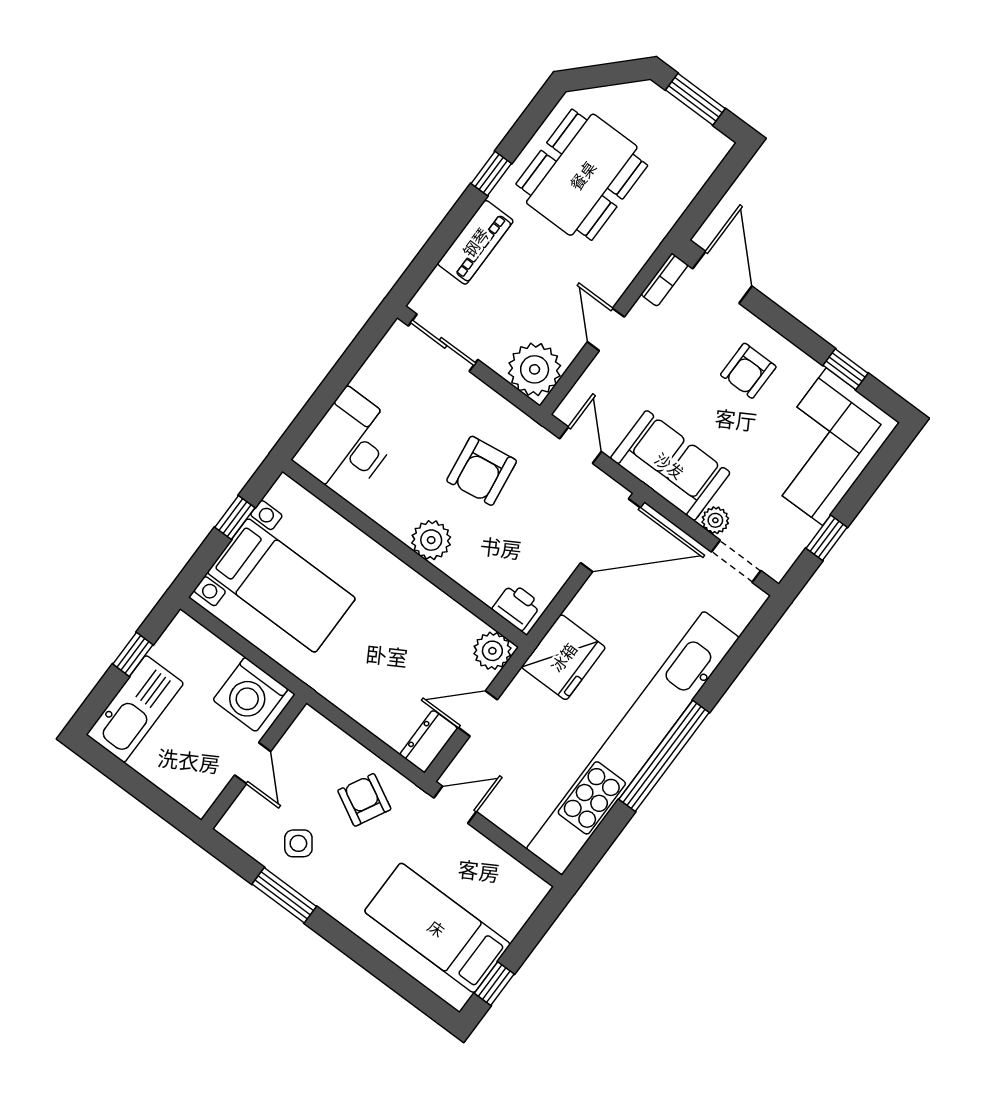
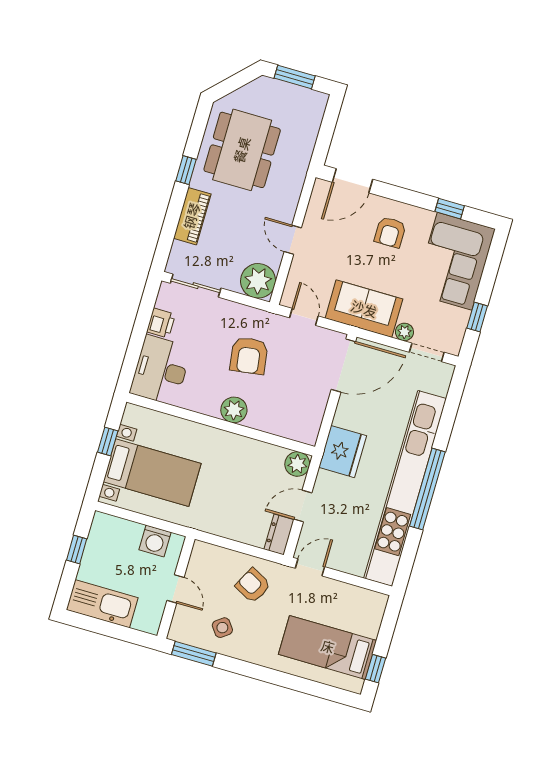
door: (722, 277) -> (352, 181), swing flipped
bookcase: (665, 280) -> (317, 196), removed
printer: (517, 607) -> (161, 323), moved, turned 90
washing machine: (250, 694) -> (155, 541), width x0.73, depth x0.73
kitchen sink: (135, 709) -> (102, 604), moved, turned -90
window: (284, 895) -> (194, 654), moved

